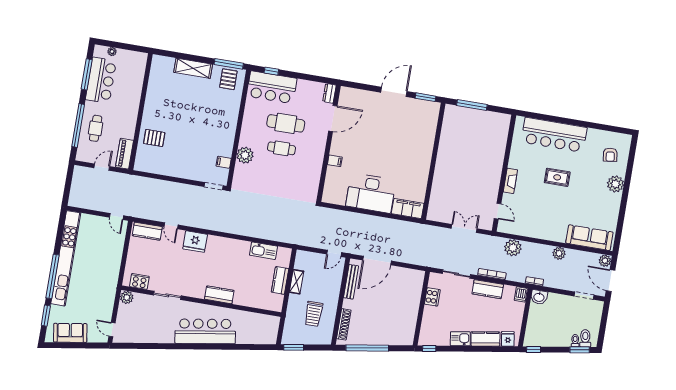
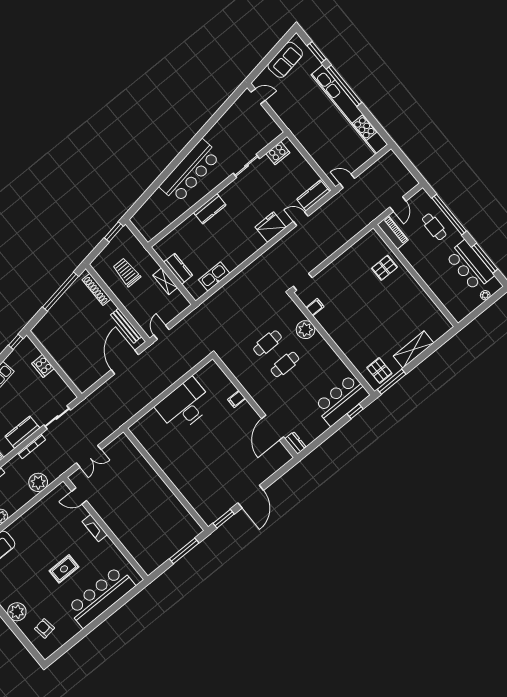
cafe table: (286, 123) -> (268, 343), moved, width x0.73, depth x0.74
filing cabinet: (408, 209) -> (145, 424), removed
plant: (127, 297) -> (274, 131), removed
cooker: (432, 297) -> (43, 366), moved

